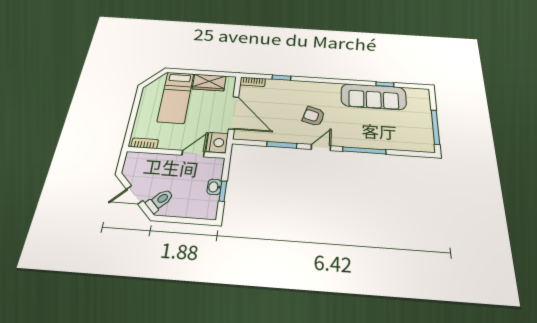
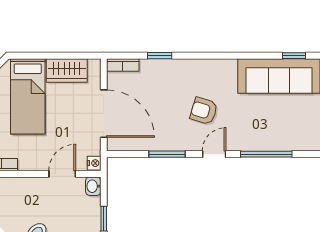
nightstand: (217, 143) -> (94, 163), width x0.53, depth x0.56
washbasin: (214, 187) -> (93, 186), moved

